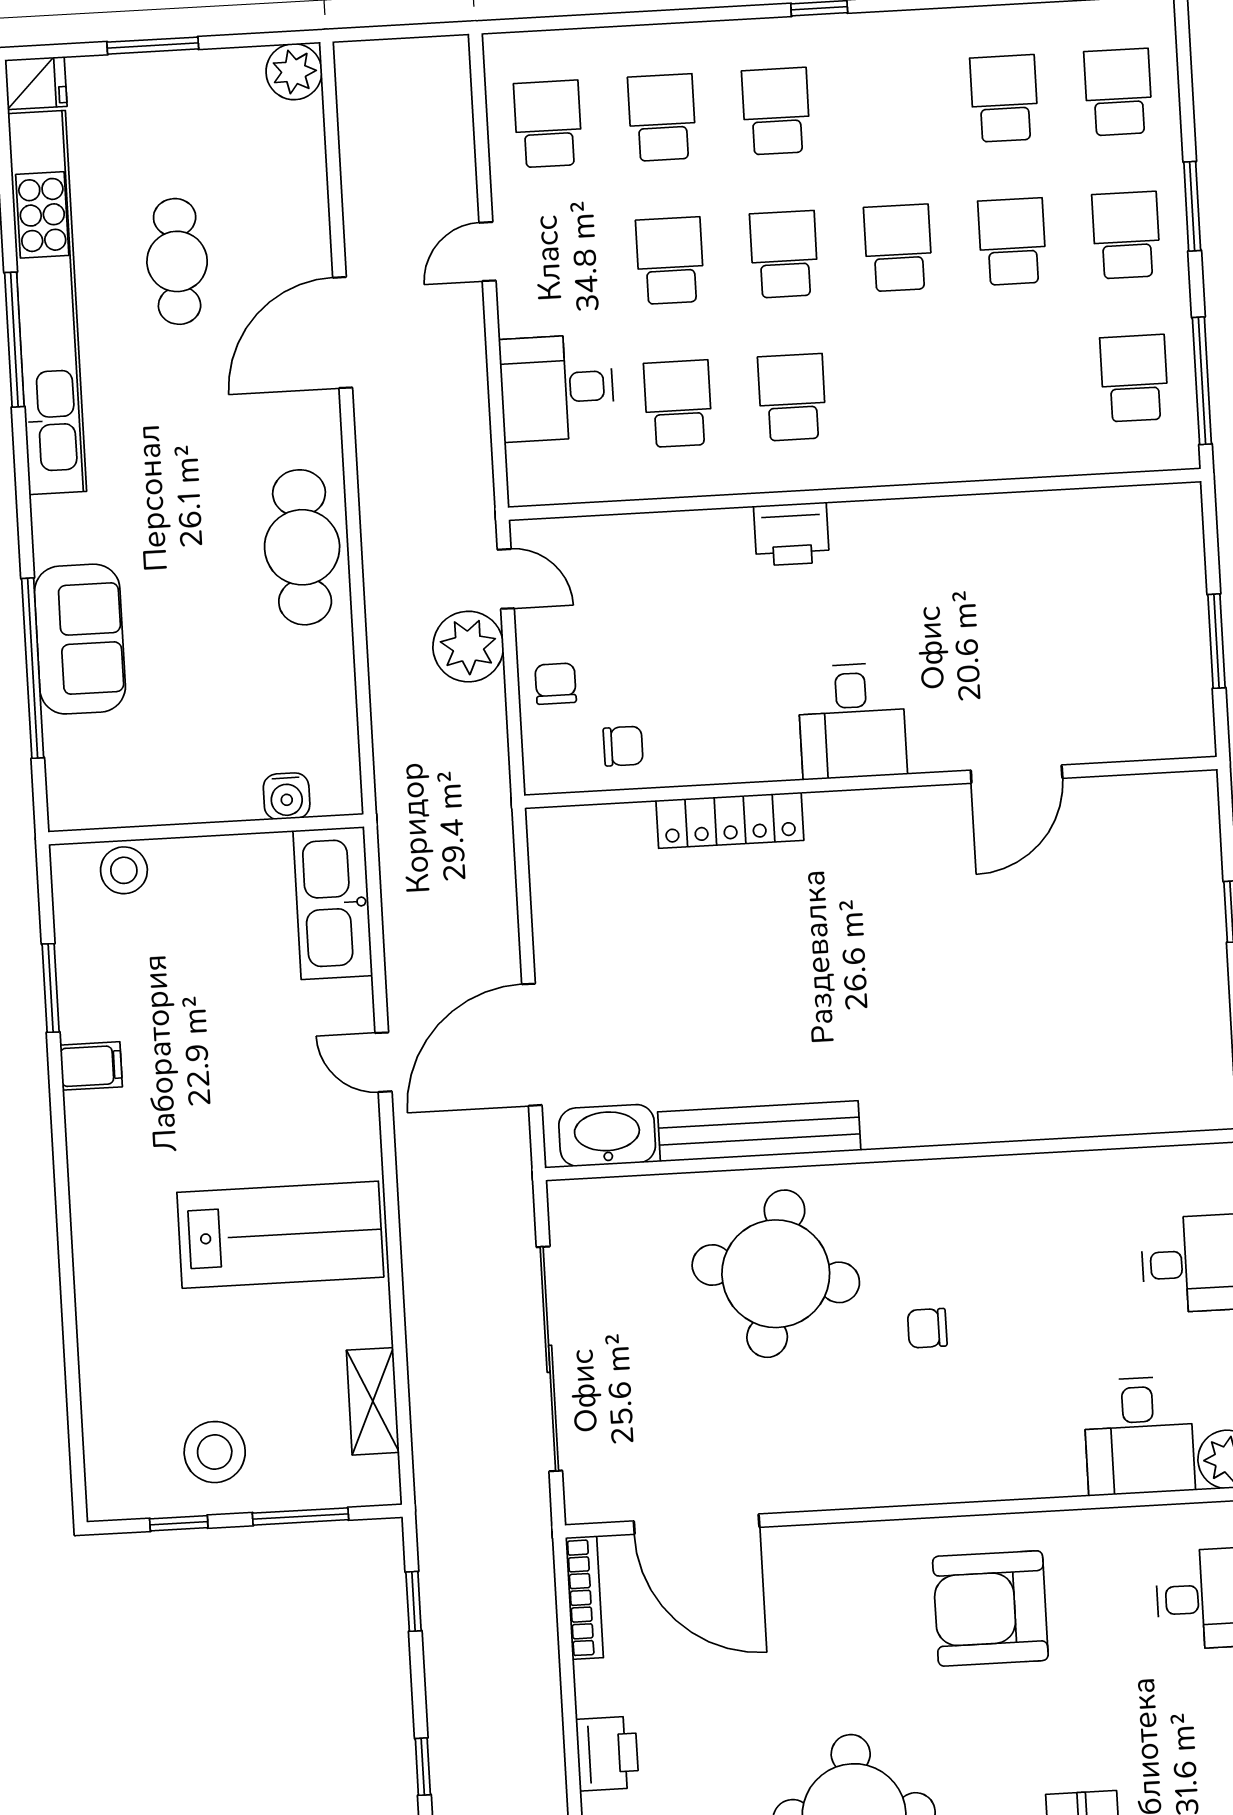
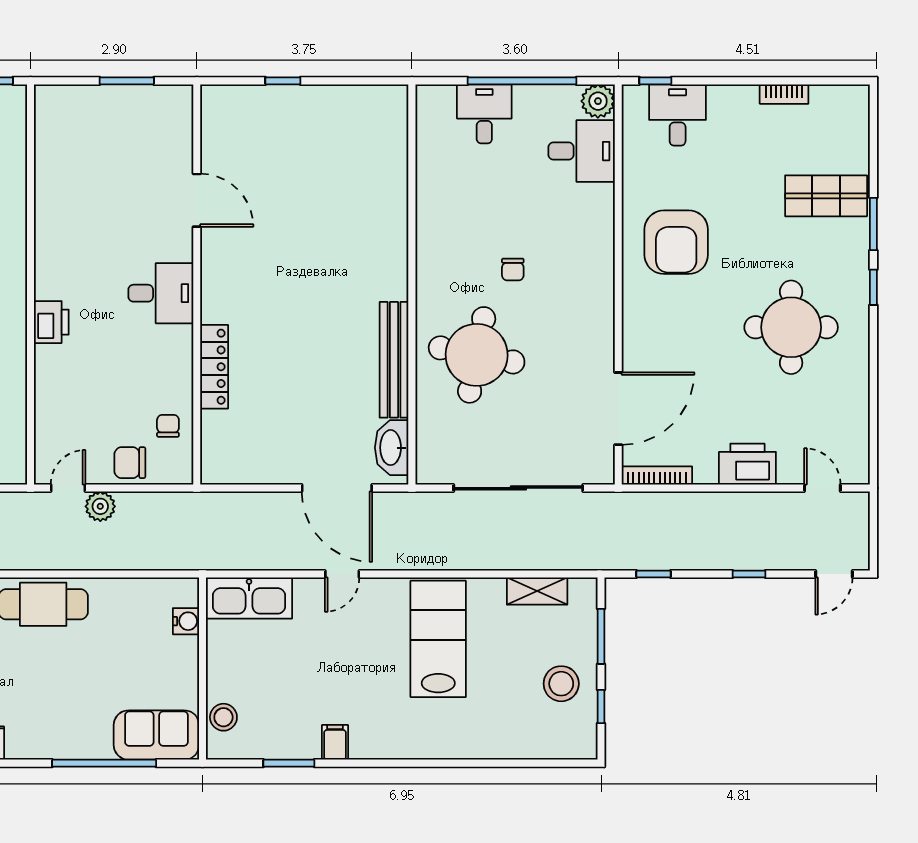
sofa: (80, 639) -> (156, 735), moved
plant: (468, 647) -> (100, 506), width x0.73, depth x0.73
chair: (556, 684) -> (130, 463), width x1.37, depth x1.37
printer: (607, 1754) -> (747, 464), width x1.37, depth x1.19

